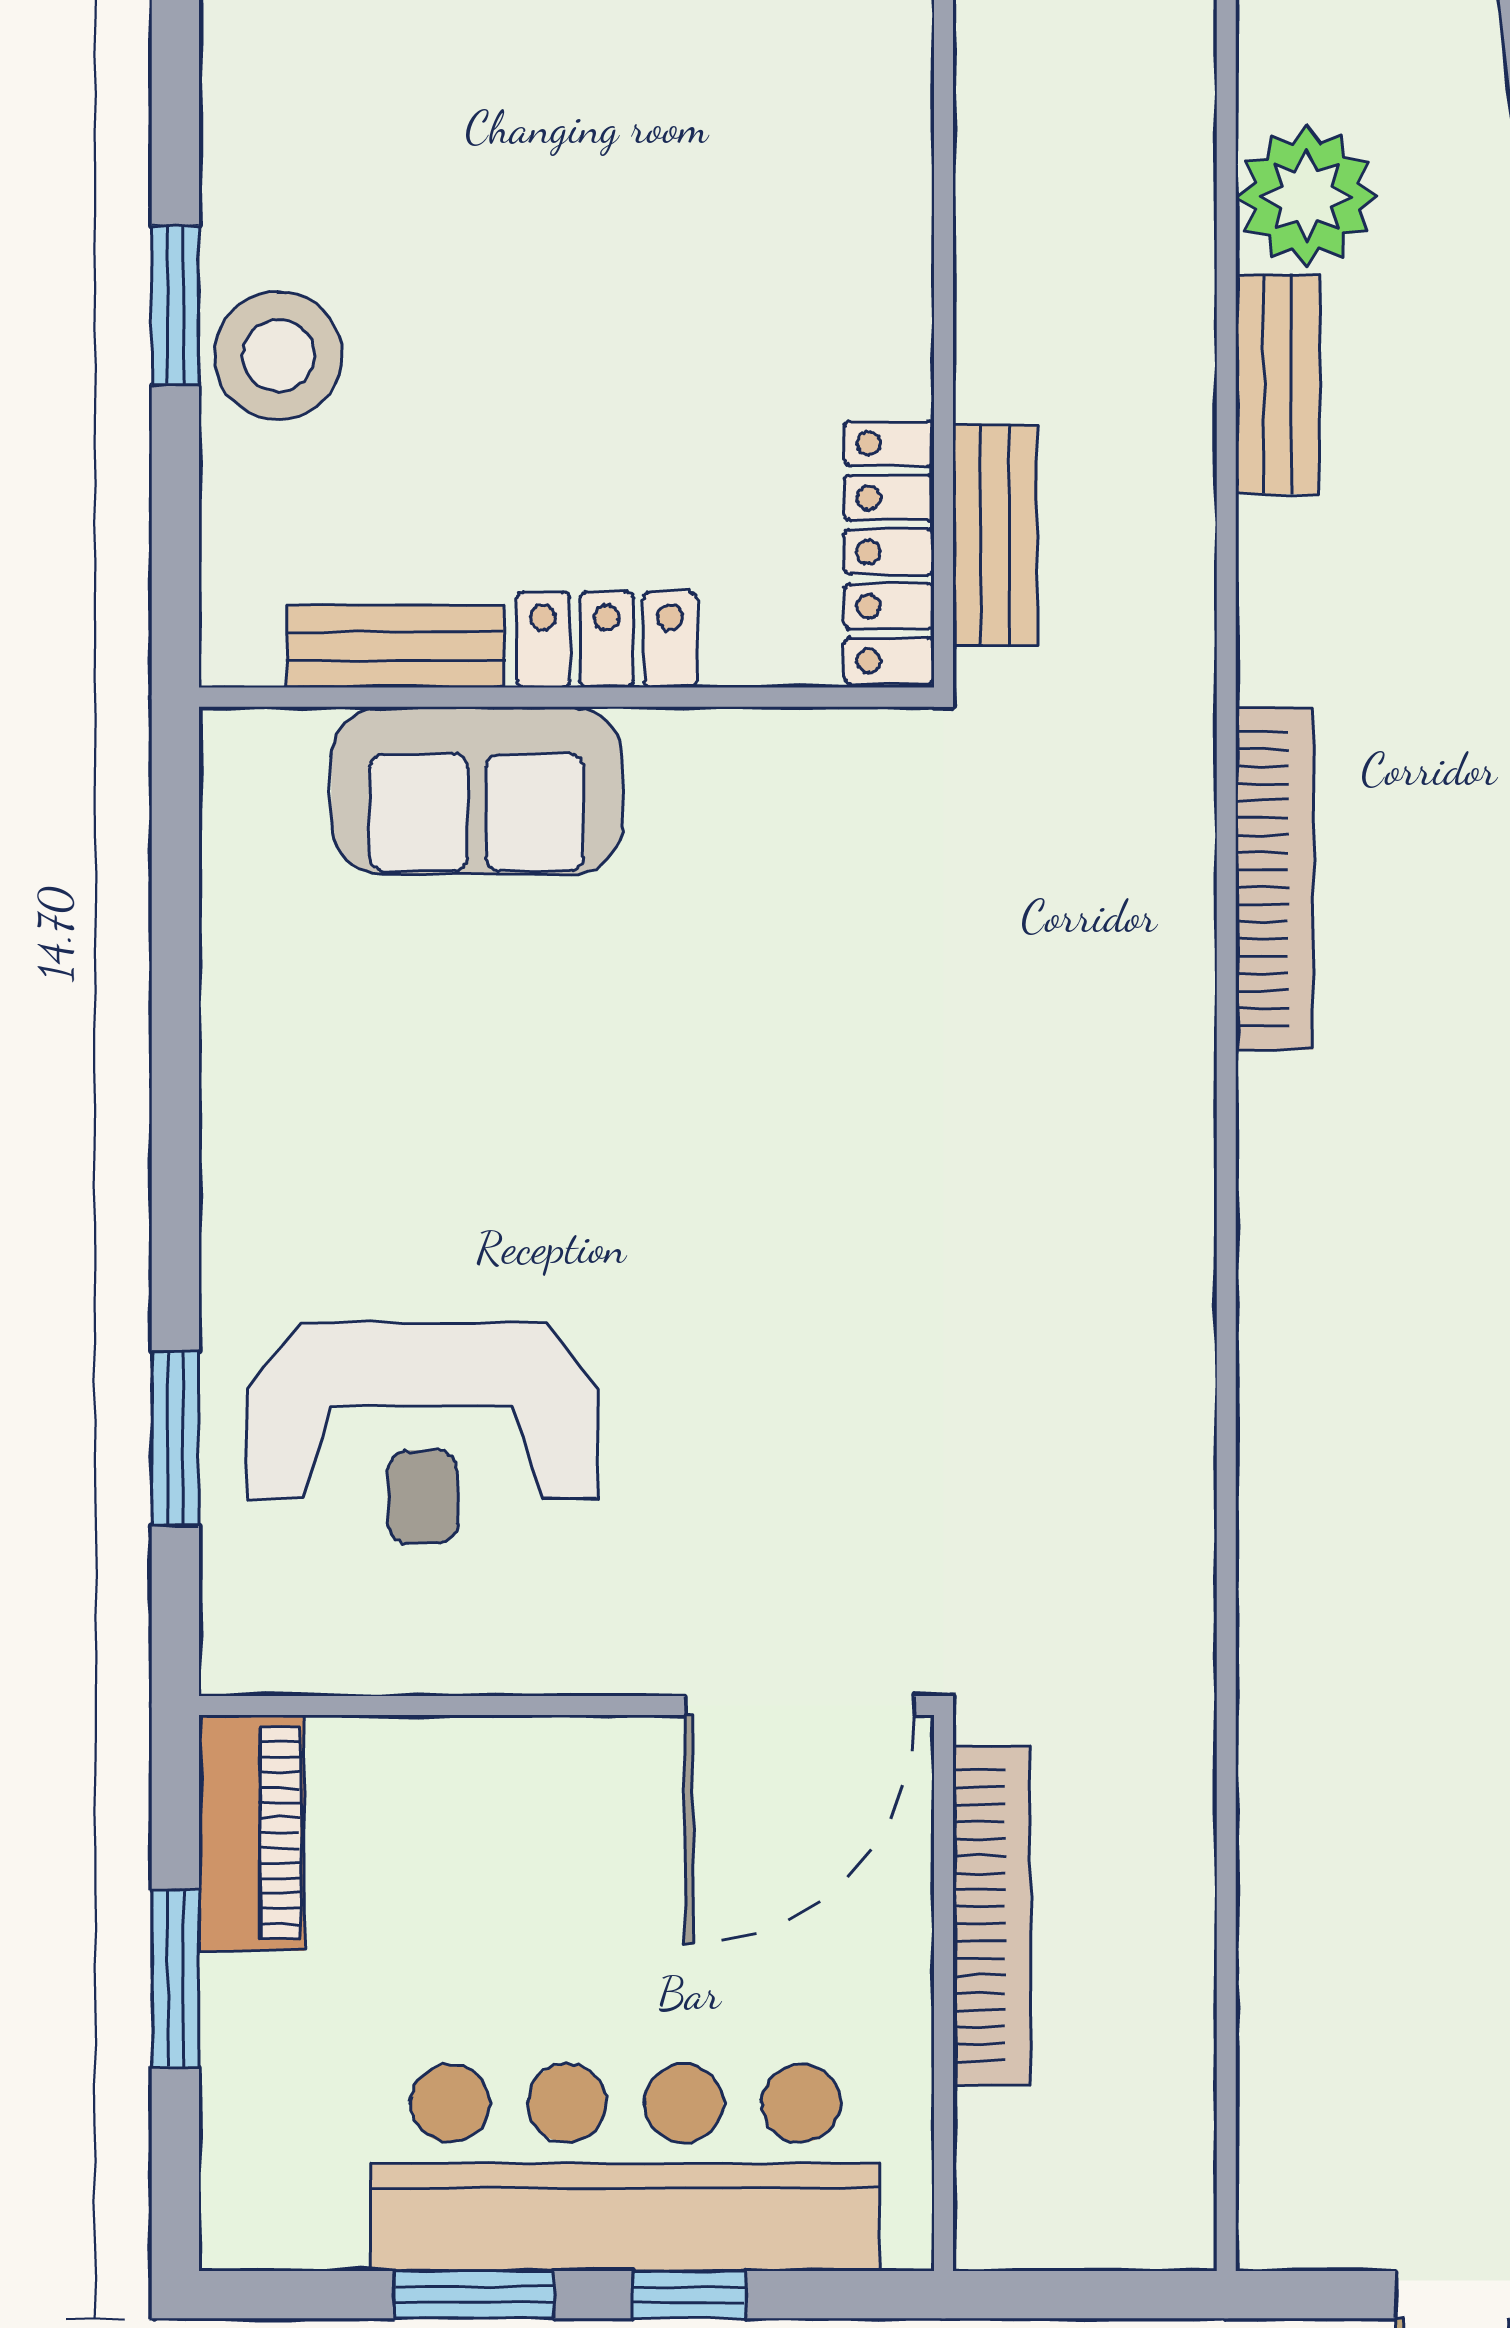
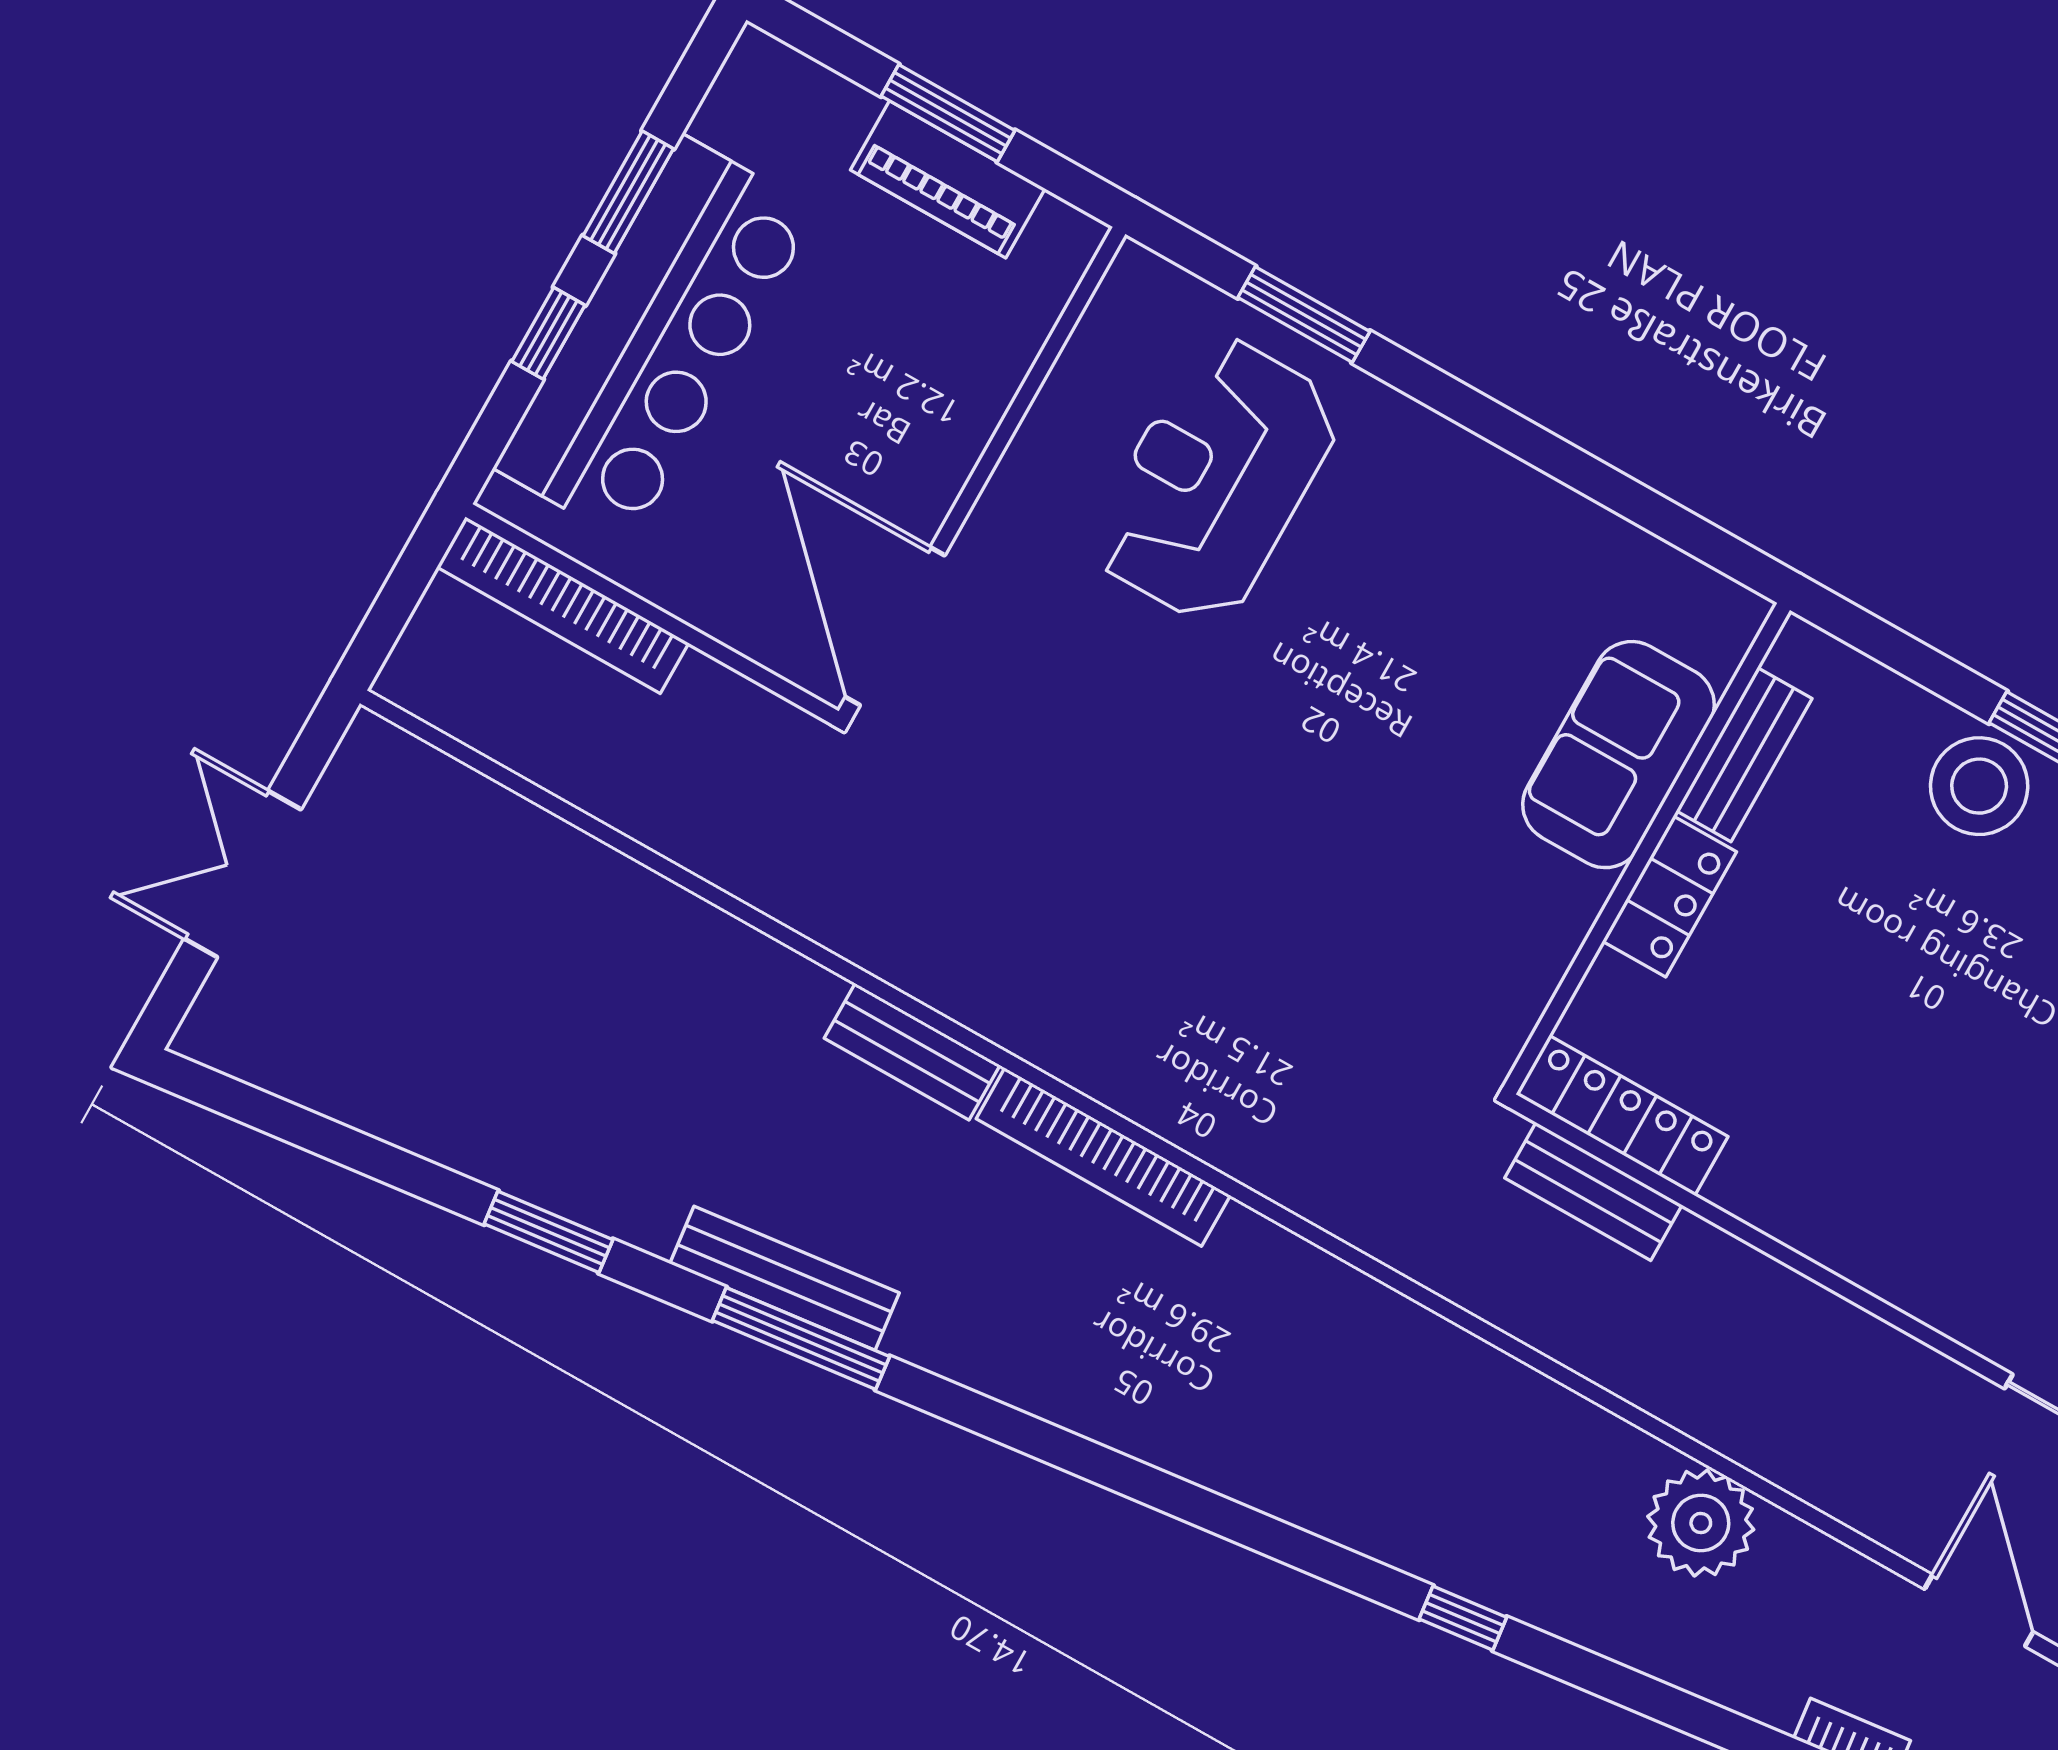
bench: (1278, 384) -> (912, 1052), moved
bookcase: (1275, 879) -> (1103, 1157), moved
piano: (252, 1833) -> (948, 179), moved
bookcase: (991, 1916) -> (563, 605), moved

